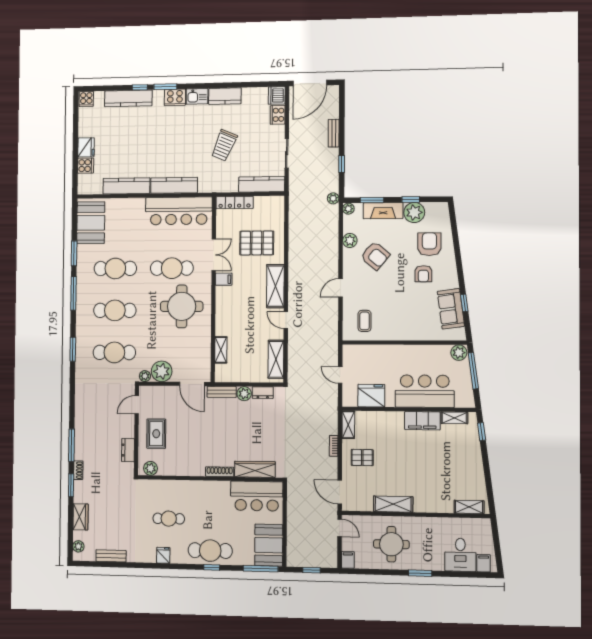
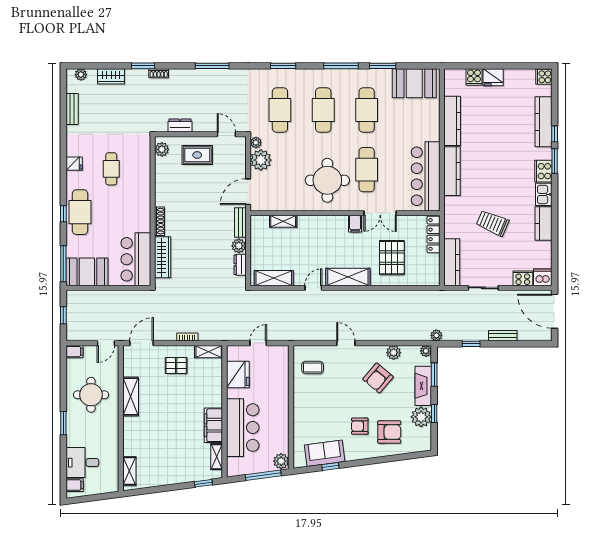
window: (72, 445) -> (212, 66), moved
pallet: (362, 458) -> (176, 366), turned 90

